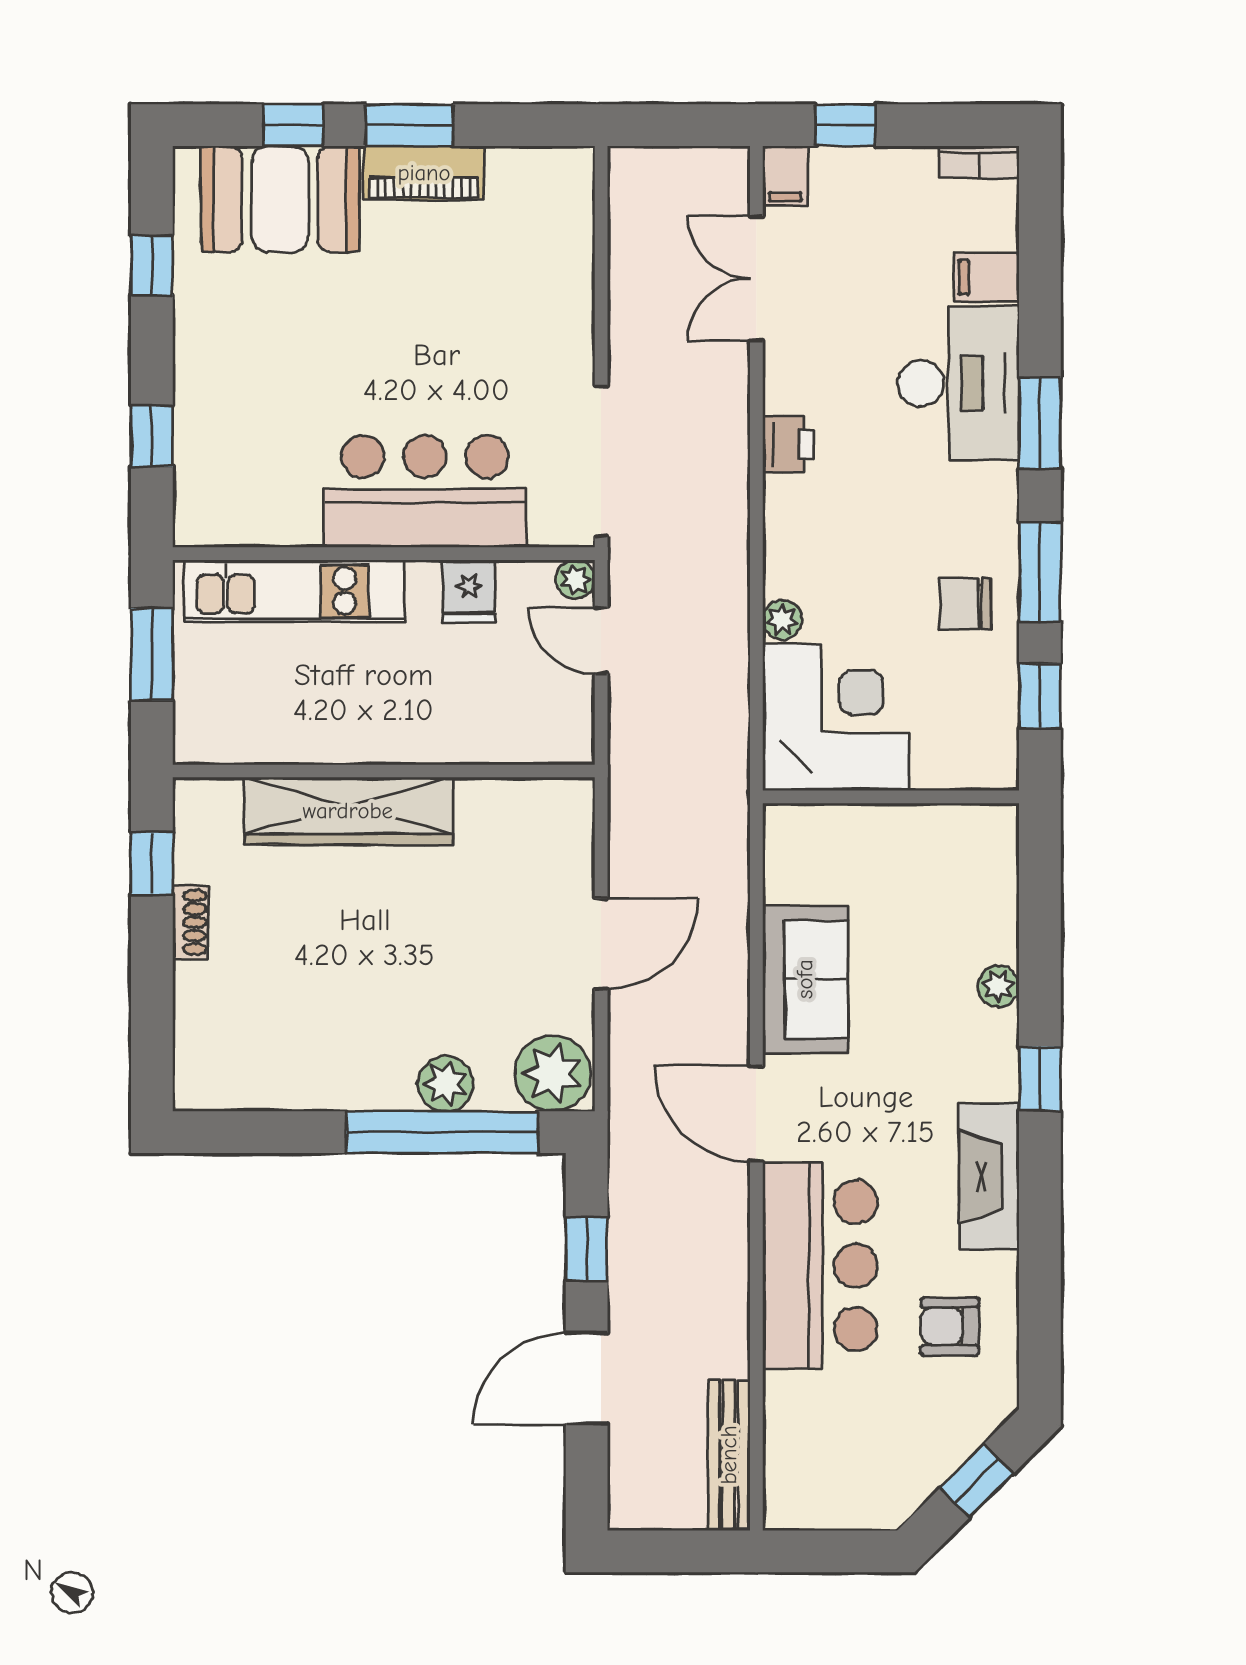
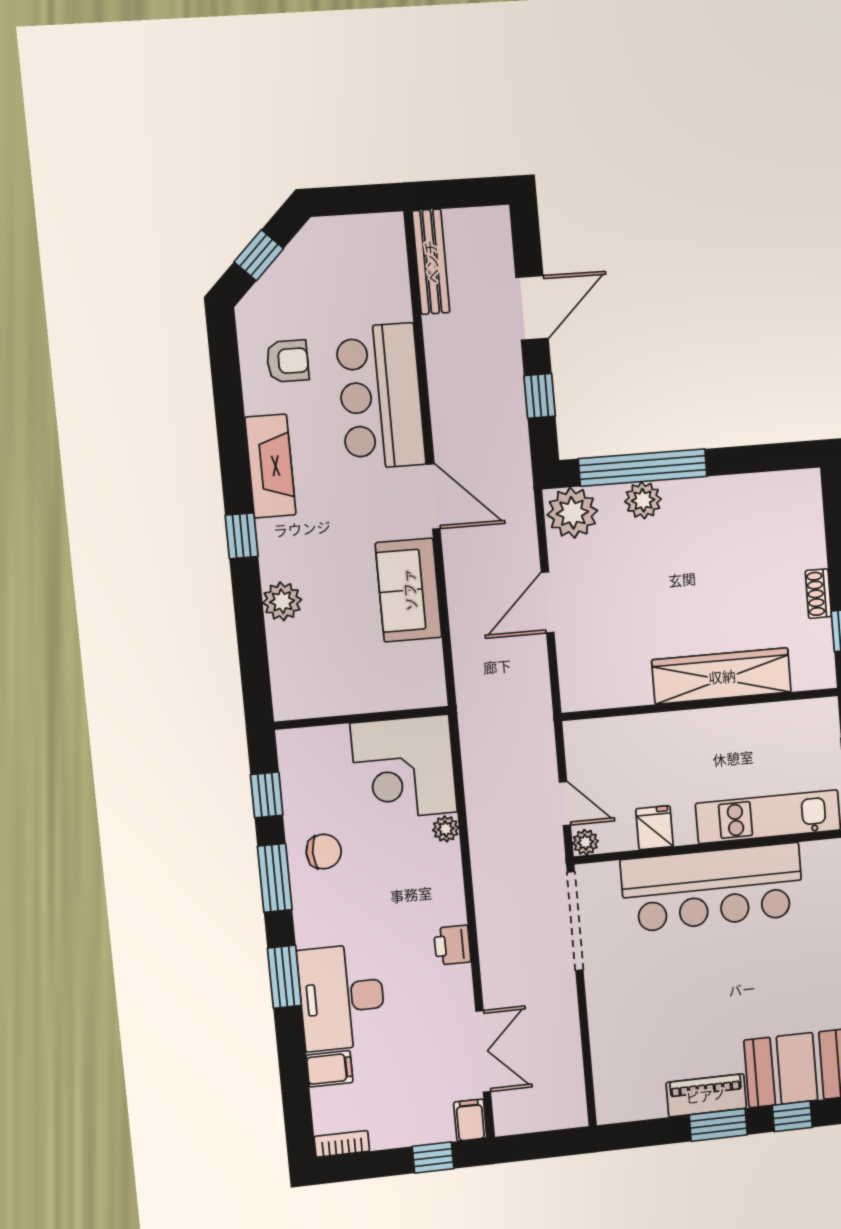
bar counter: (425, 491) -> (712, 888), width x1.36
plant: (998, 986) -> (282, 601), width x1.38, depth x1.38

